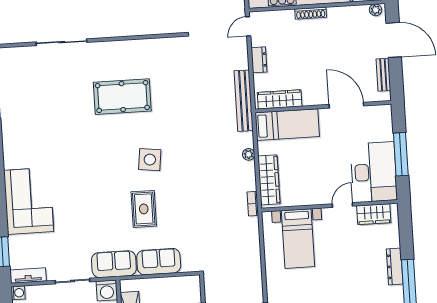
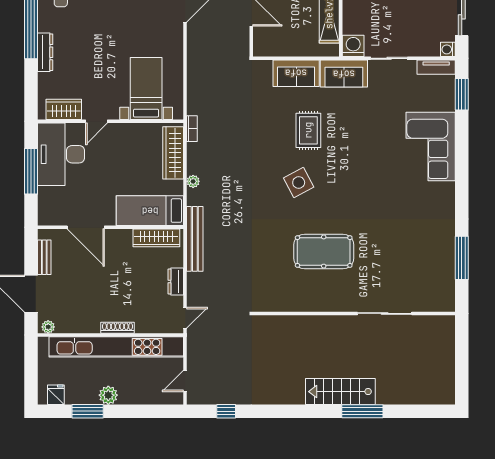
side table: (150, 160) -> (299, 183), turned -35

